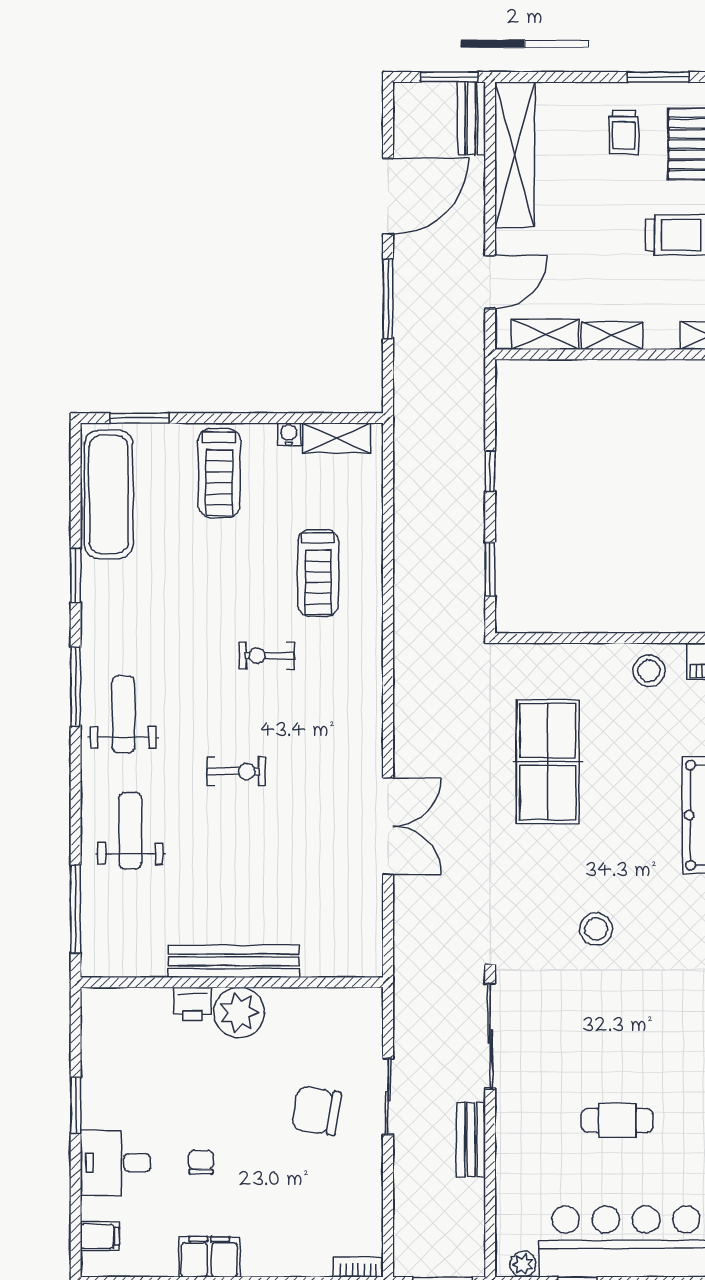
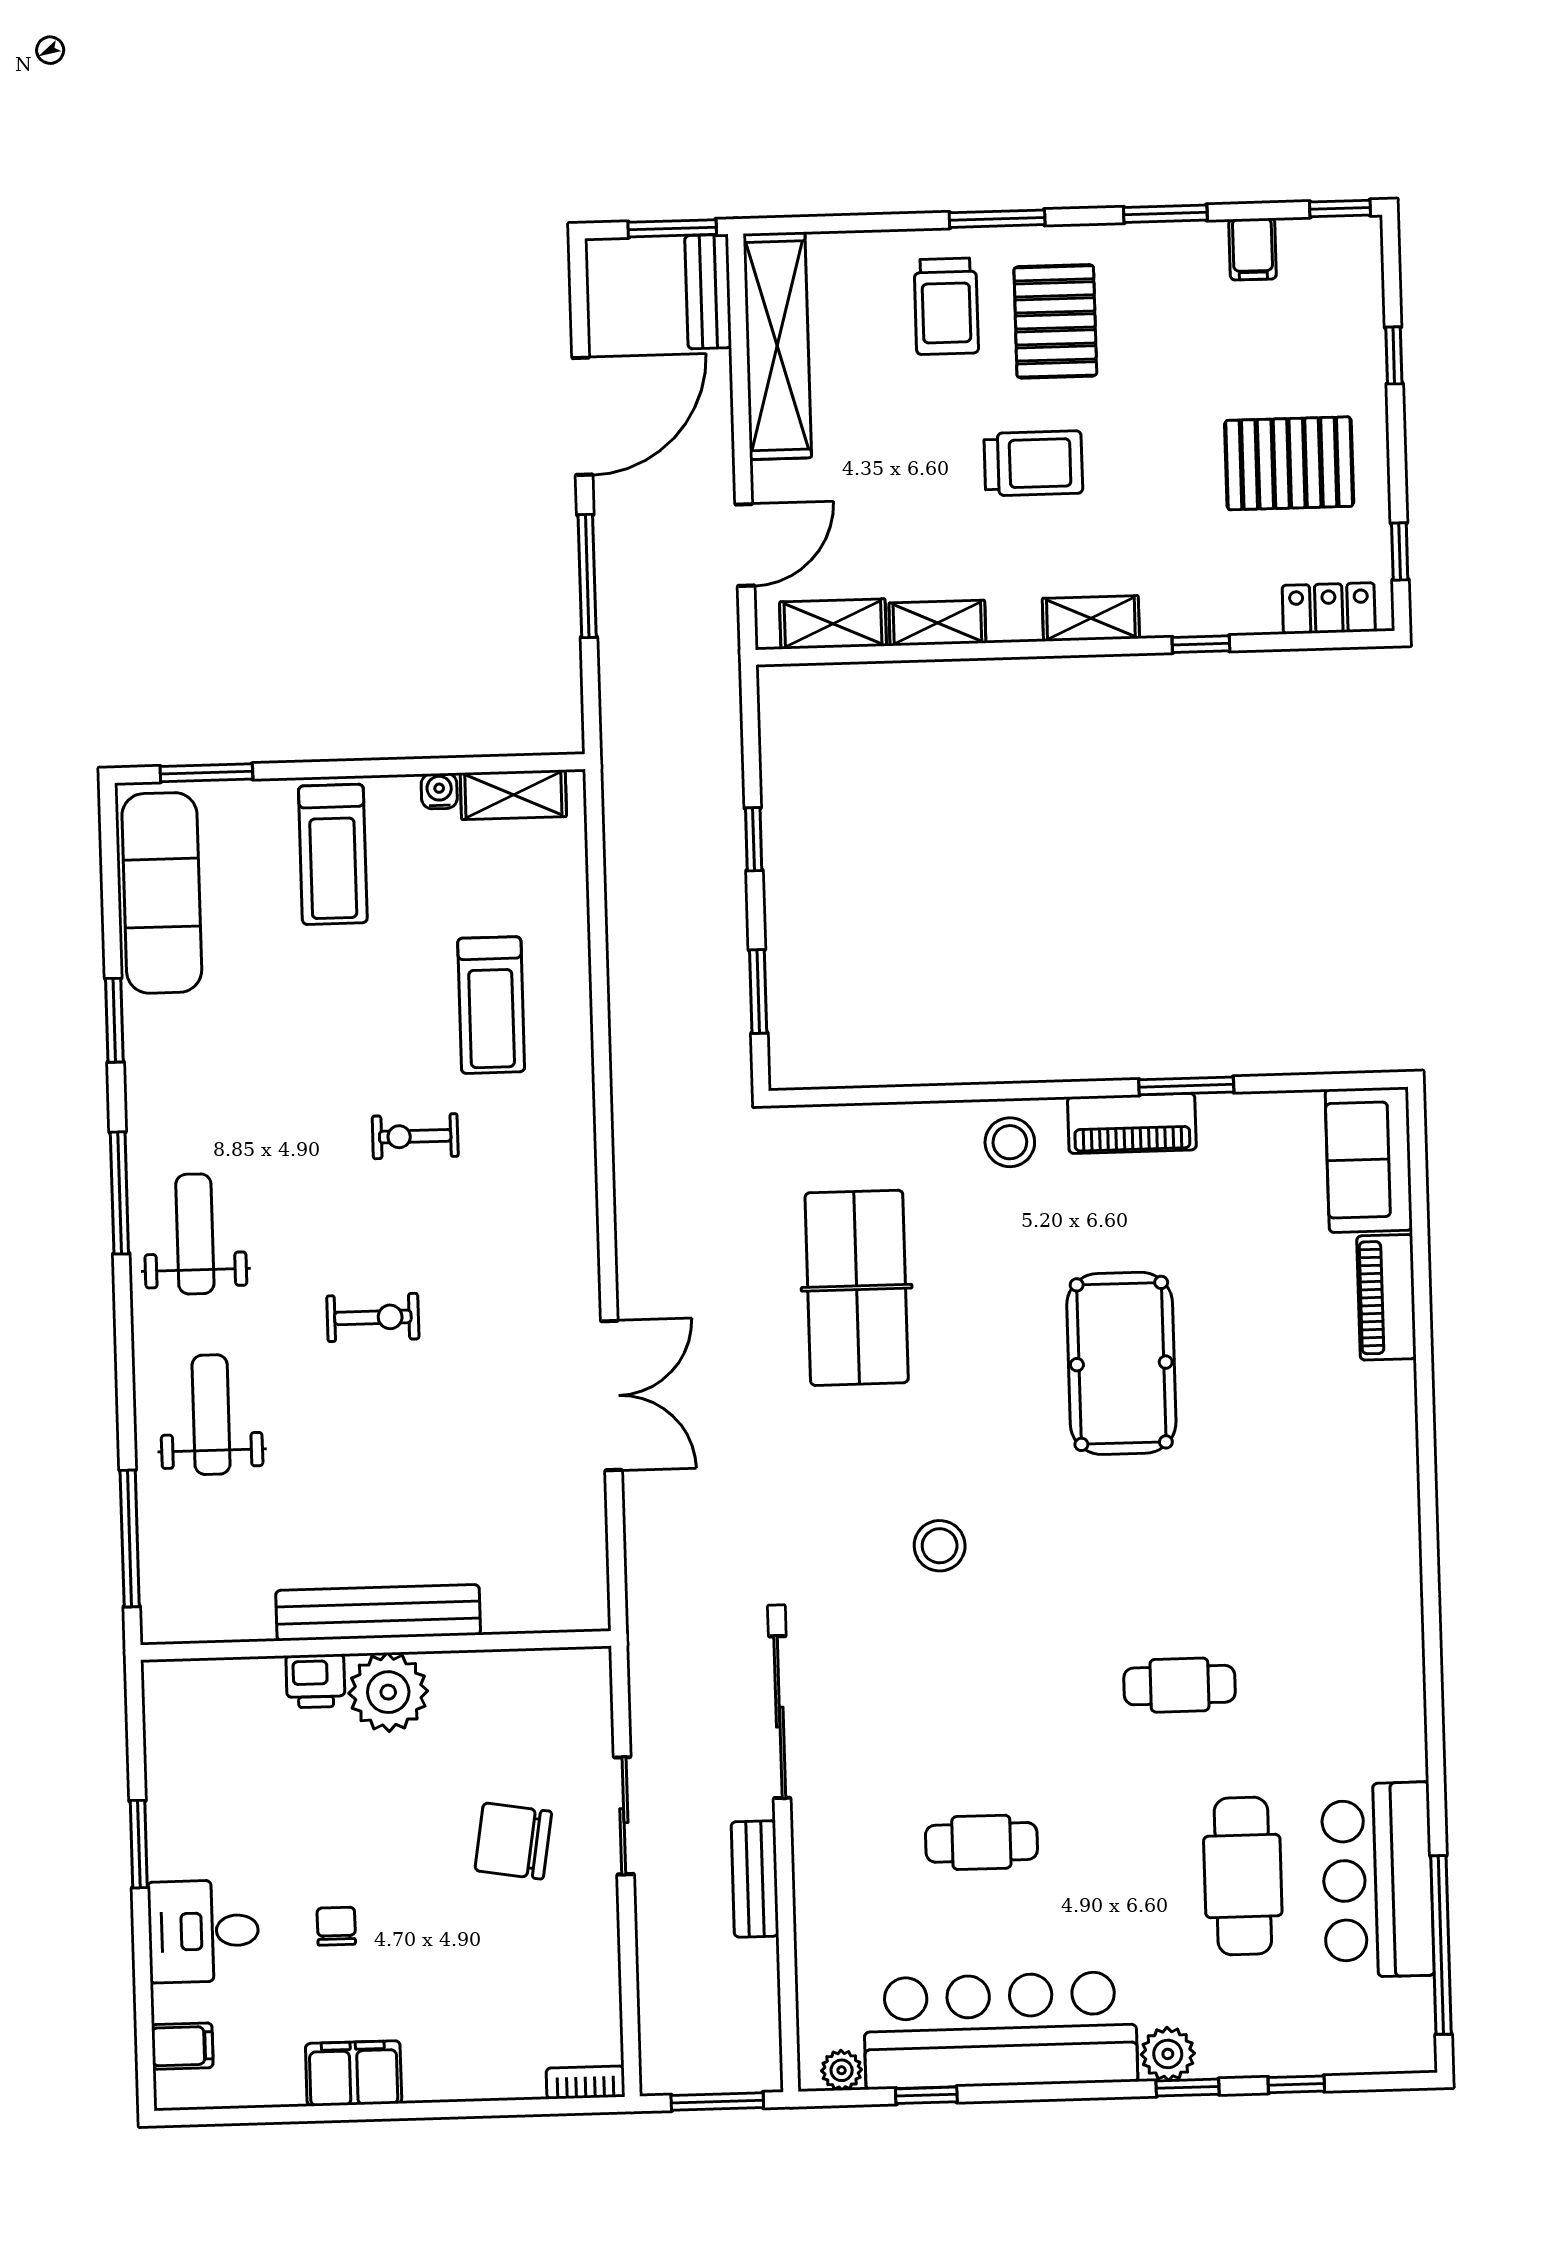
trolley: (624, 132) -> (946, 306), width x1.36, depth x1.39

